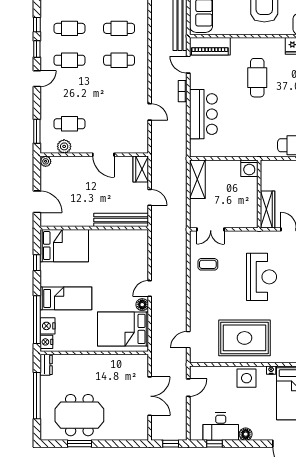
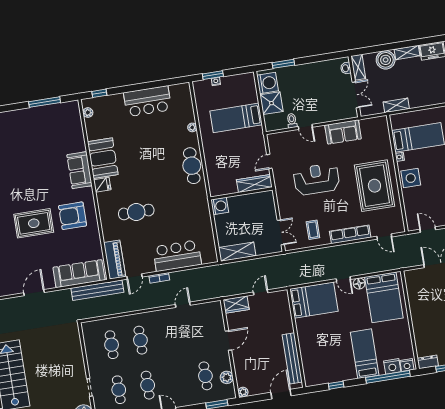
bench: (121, 220) -> (292, 358), moved
bed: (64, 246) -> (314, 300), moved, turned 90
row of seats: (197, 303) -> (350, 234), added

